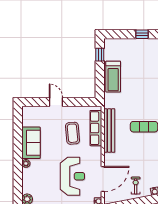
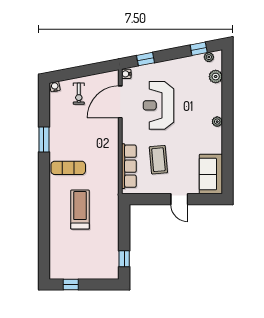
treadmill: (113, 77) -> (80, 209), moved
bench: (109, 131) -> (112, 163), removed
sofa: (31, 143) -> (211, 174), moved

